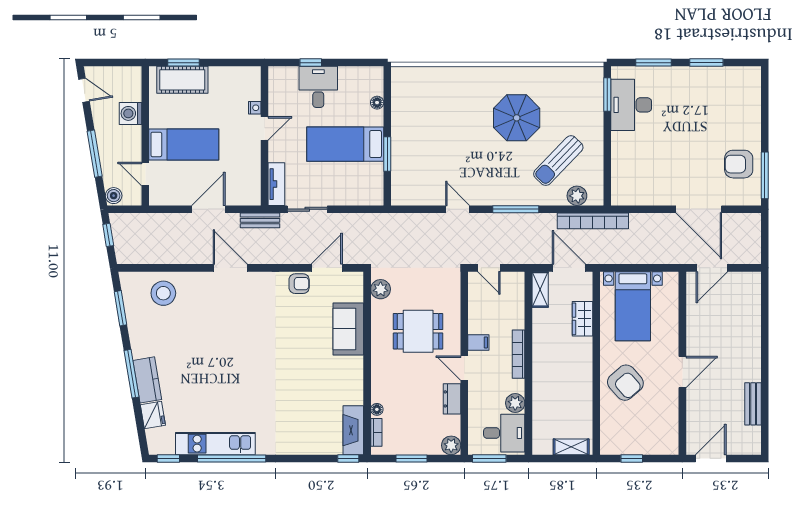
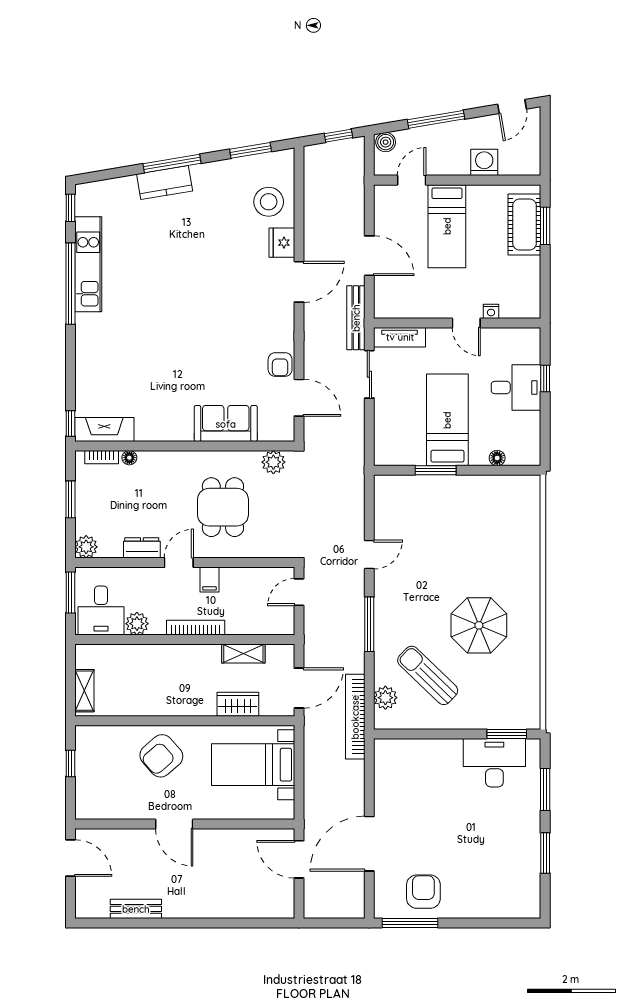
bench: (260, 220) -> (356, 318), width x1.36
shelving: (540, 289) -> (243, 654), moved
fridge: (153, 415) -> (282, 243), moved, turned 100

